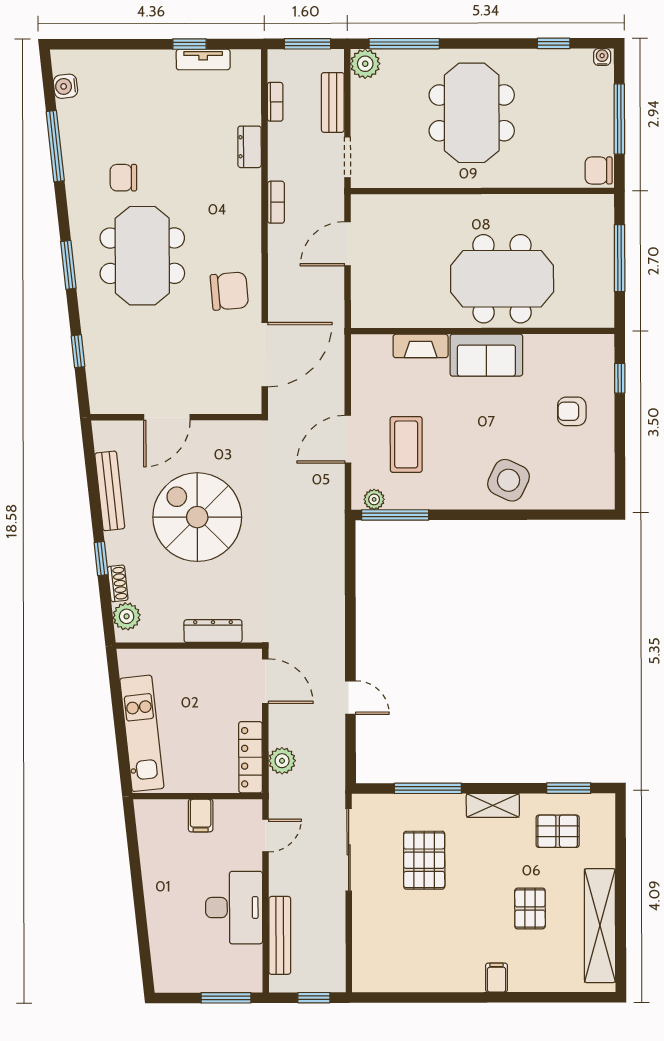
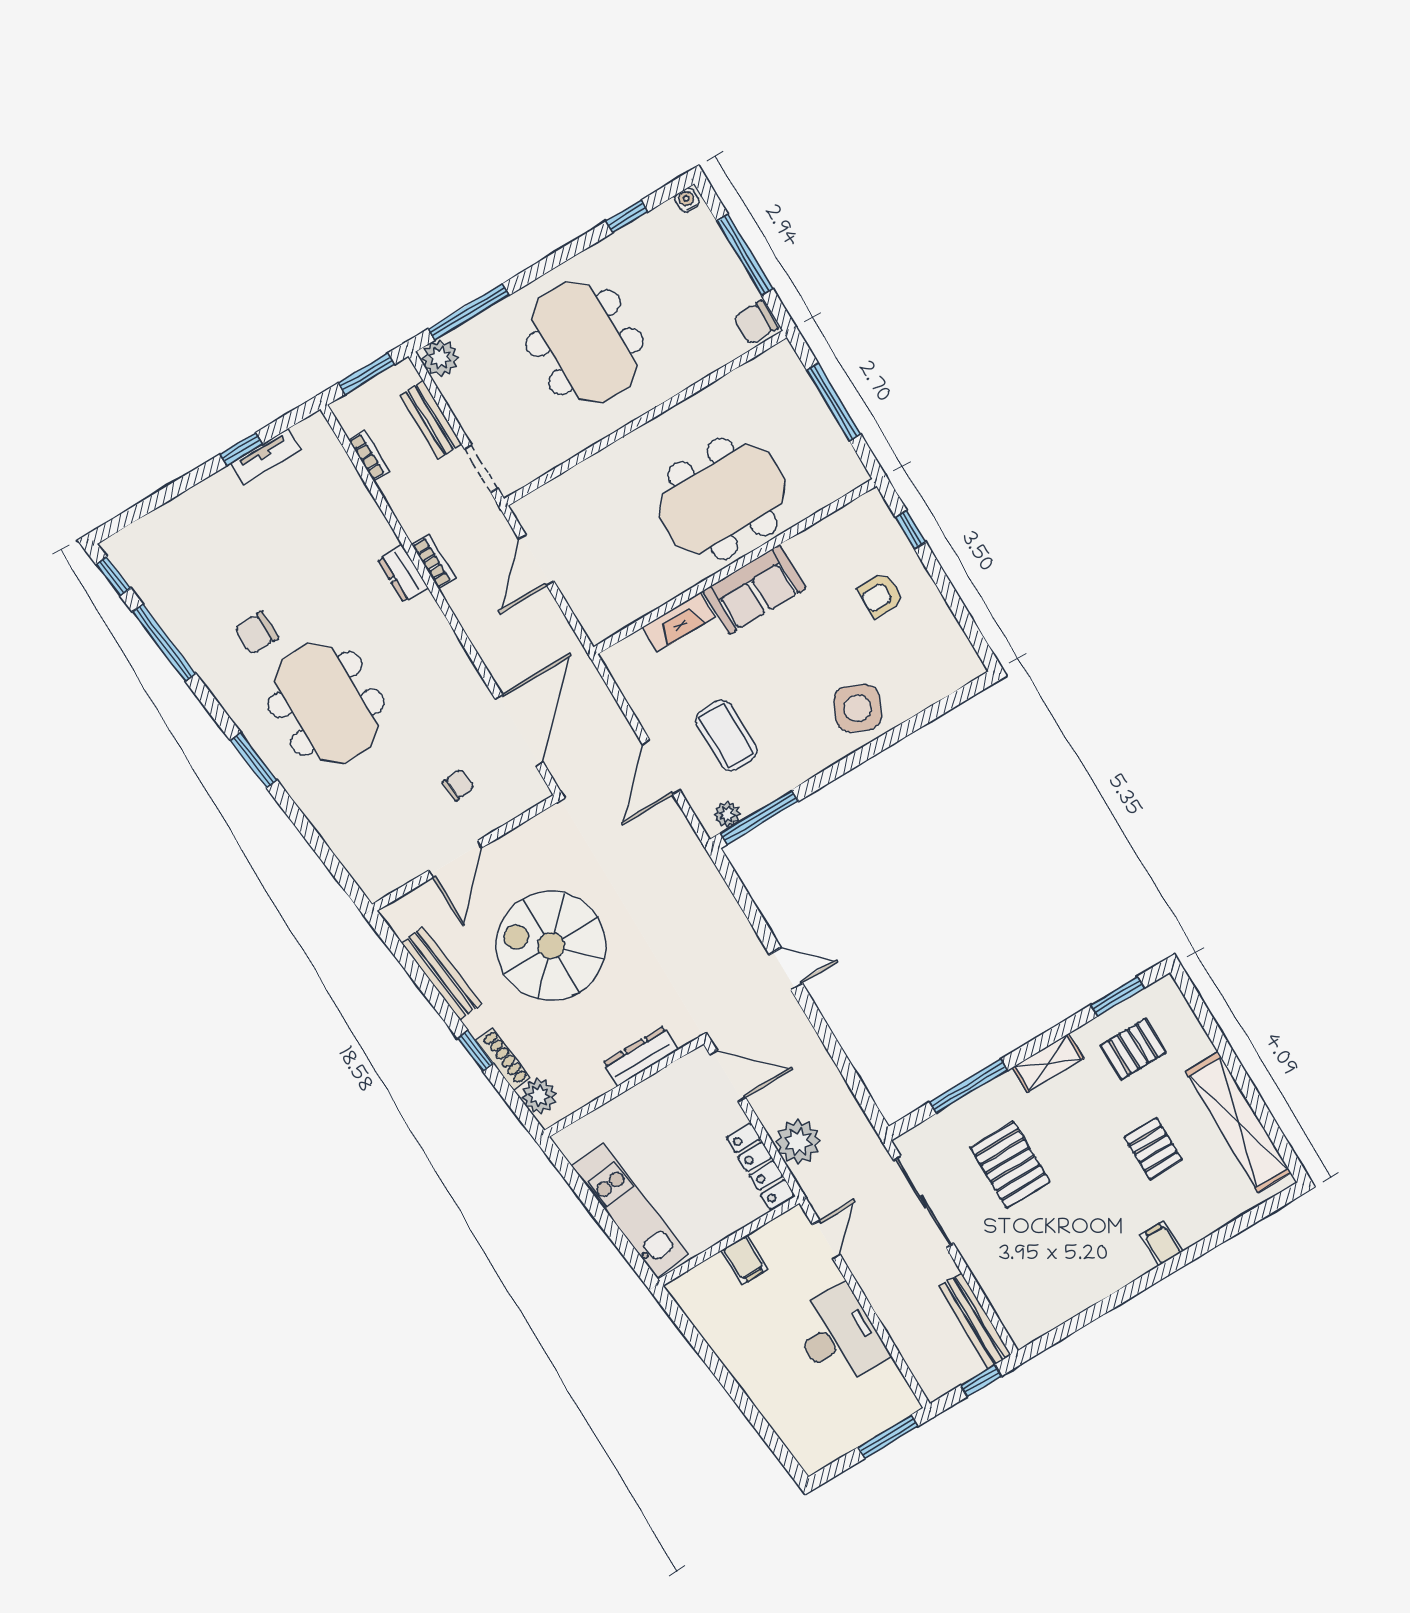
water cooler: (65, 86) -> (137, 573), removed
dresser: (250, 147) -> (403, 573), moved
chair: (229, 291) -> (458, 785), moved, width x0.54, depth x0.54
window: (78, 351) -> (113, 576), moved
shoe rack: (118, 583) -> (503, 1059), width x1.43
door: (350, 698) -> (786, 969), moved
plant: (282, 761) -> (798, 1142), width x1.36, depth x1.36
bench: (280, 935) -> (975, 1321), moved

